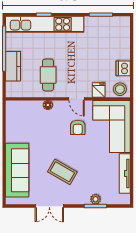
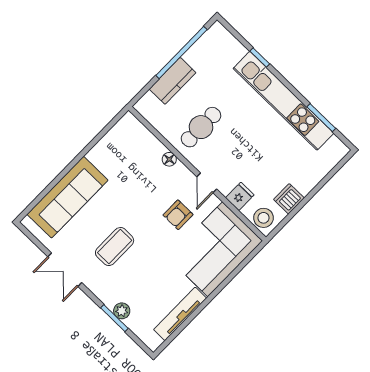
kitchen unit: (45, 24) -> (283, 101), moved
coffee table: (62, 172) -> (115, 247), turned 60

